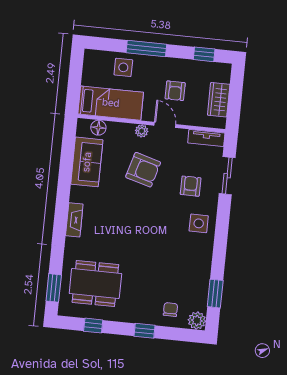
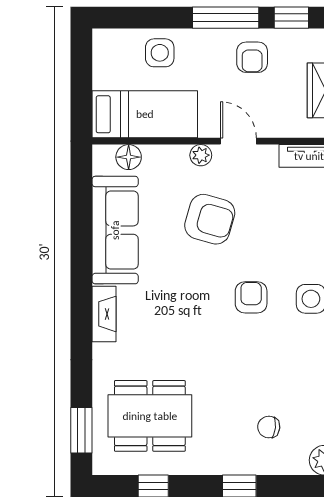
window: (146, 48) -> (226, 18), moved
armchair: (175, 91) -> (252, 57), moved
sofa: (87, 162) -> (115, 230), width x1.36
armchair: (191, 186) -> (251, 297), moved
chair: (170, 310) -> (269, 427), moved, turned -84

